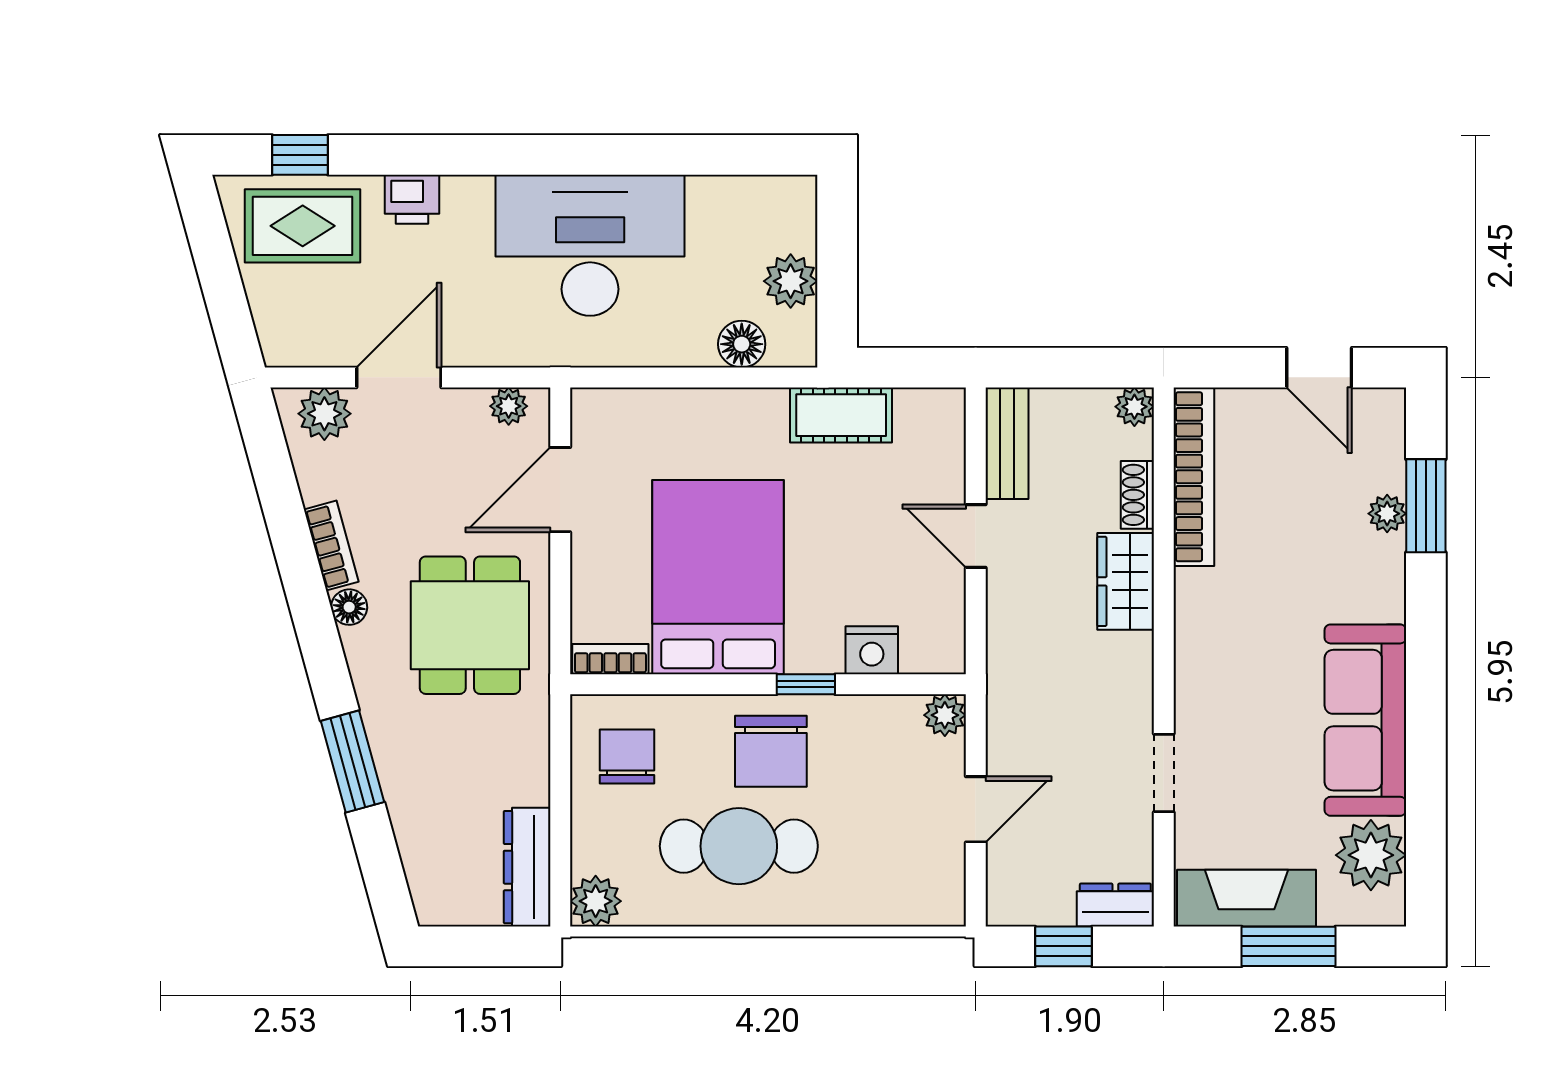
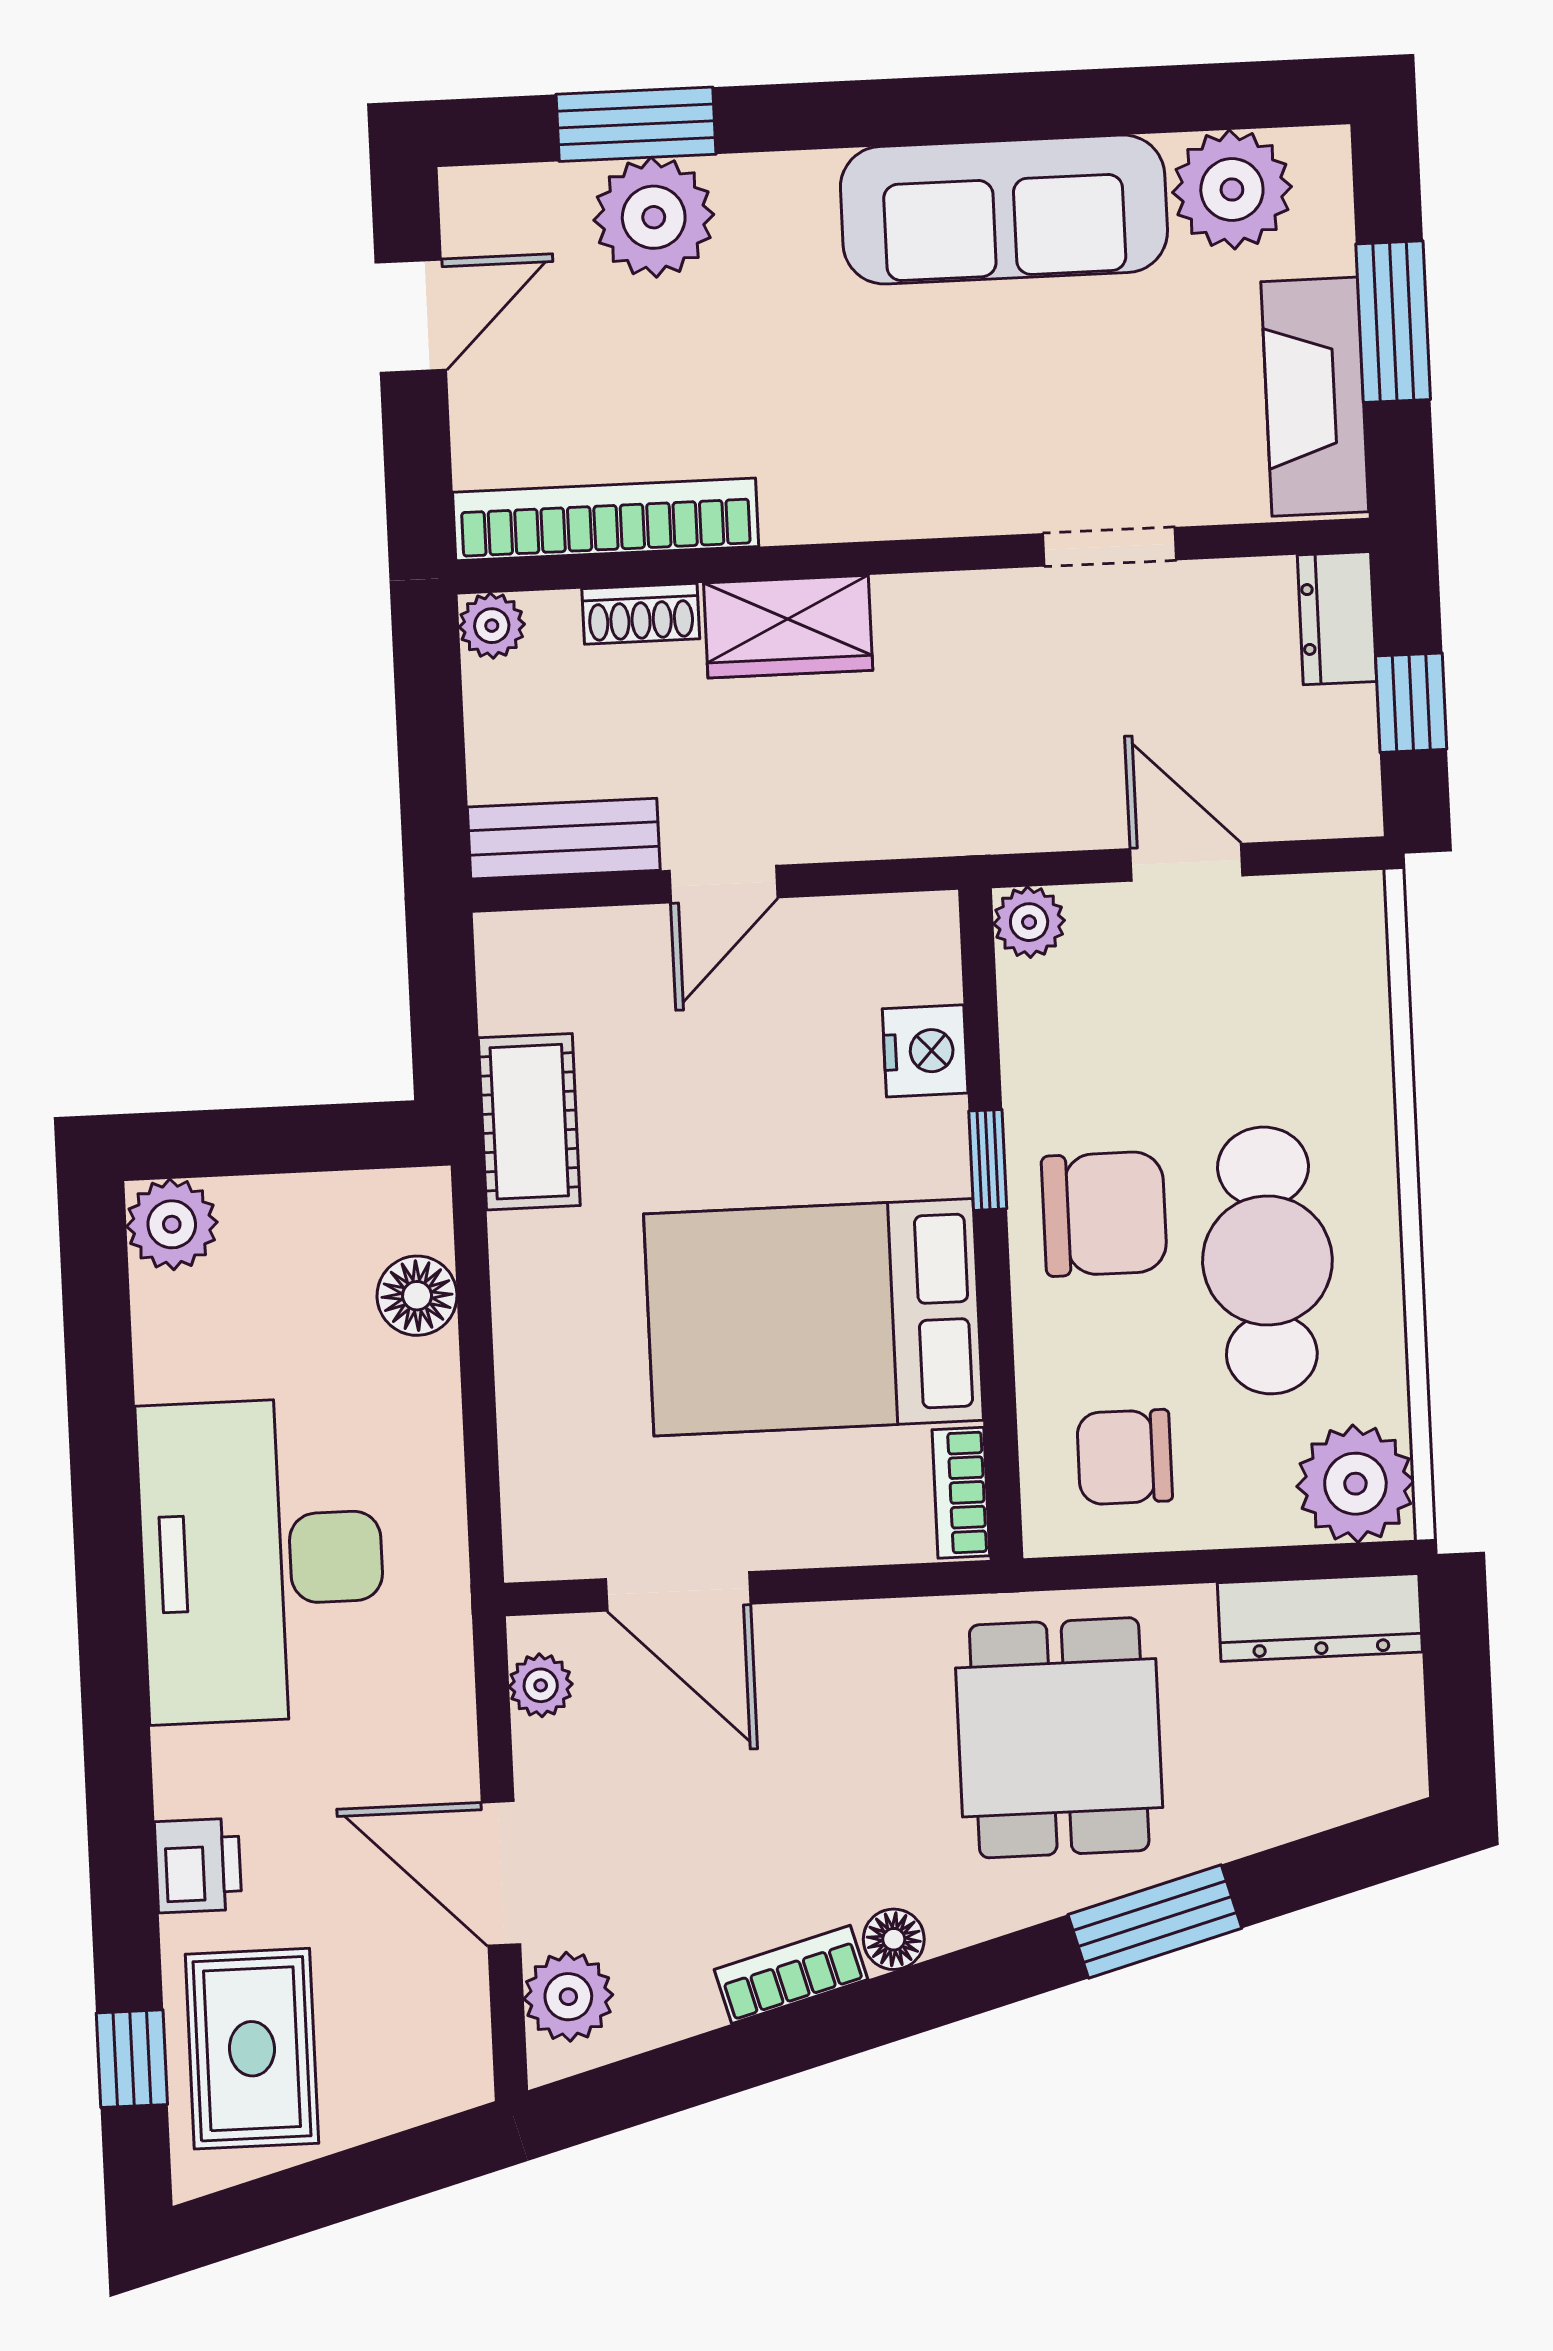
plant: (791, 281) -> (172, 1224), moved
plant: (1387, 514) -> (654, 217), width x1.87, depth x1.87
dining table: (470, 625) -> (1059, 1738), moved, turned 90
plant: (596, 901) -> (1355, 1484), width x1.36, depth x1.36

